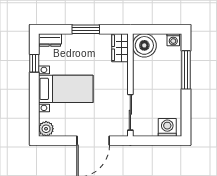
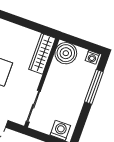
window: (86, 29) -> (21, 21), removed
wardrobe: (120, 48) -> (42, 54), width x1.50

